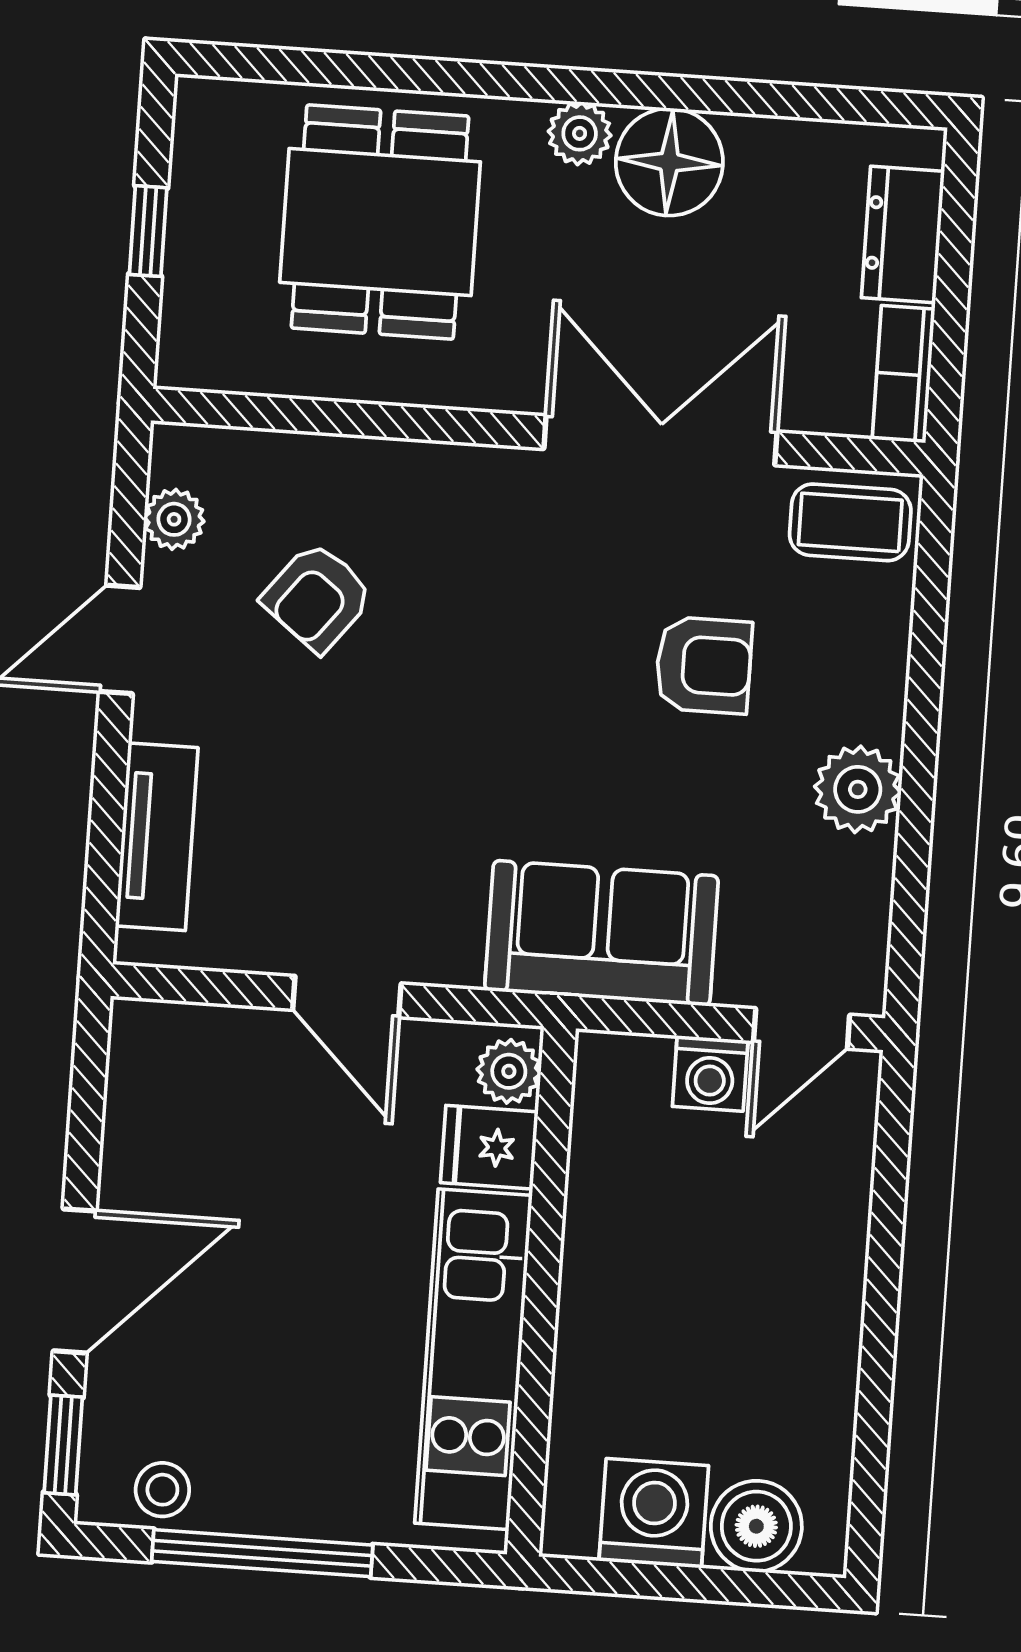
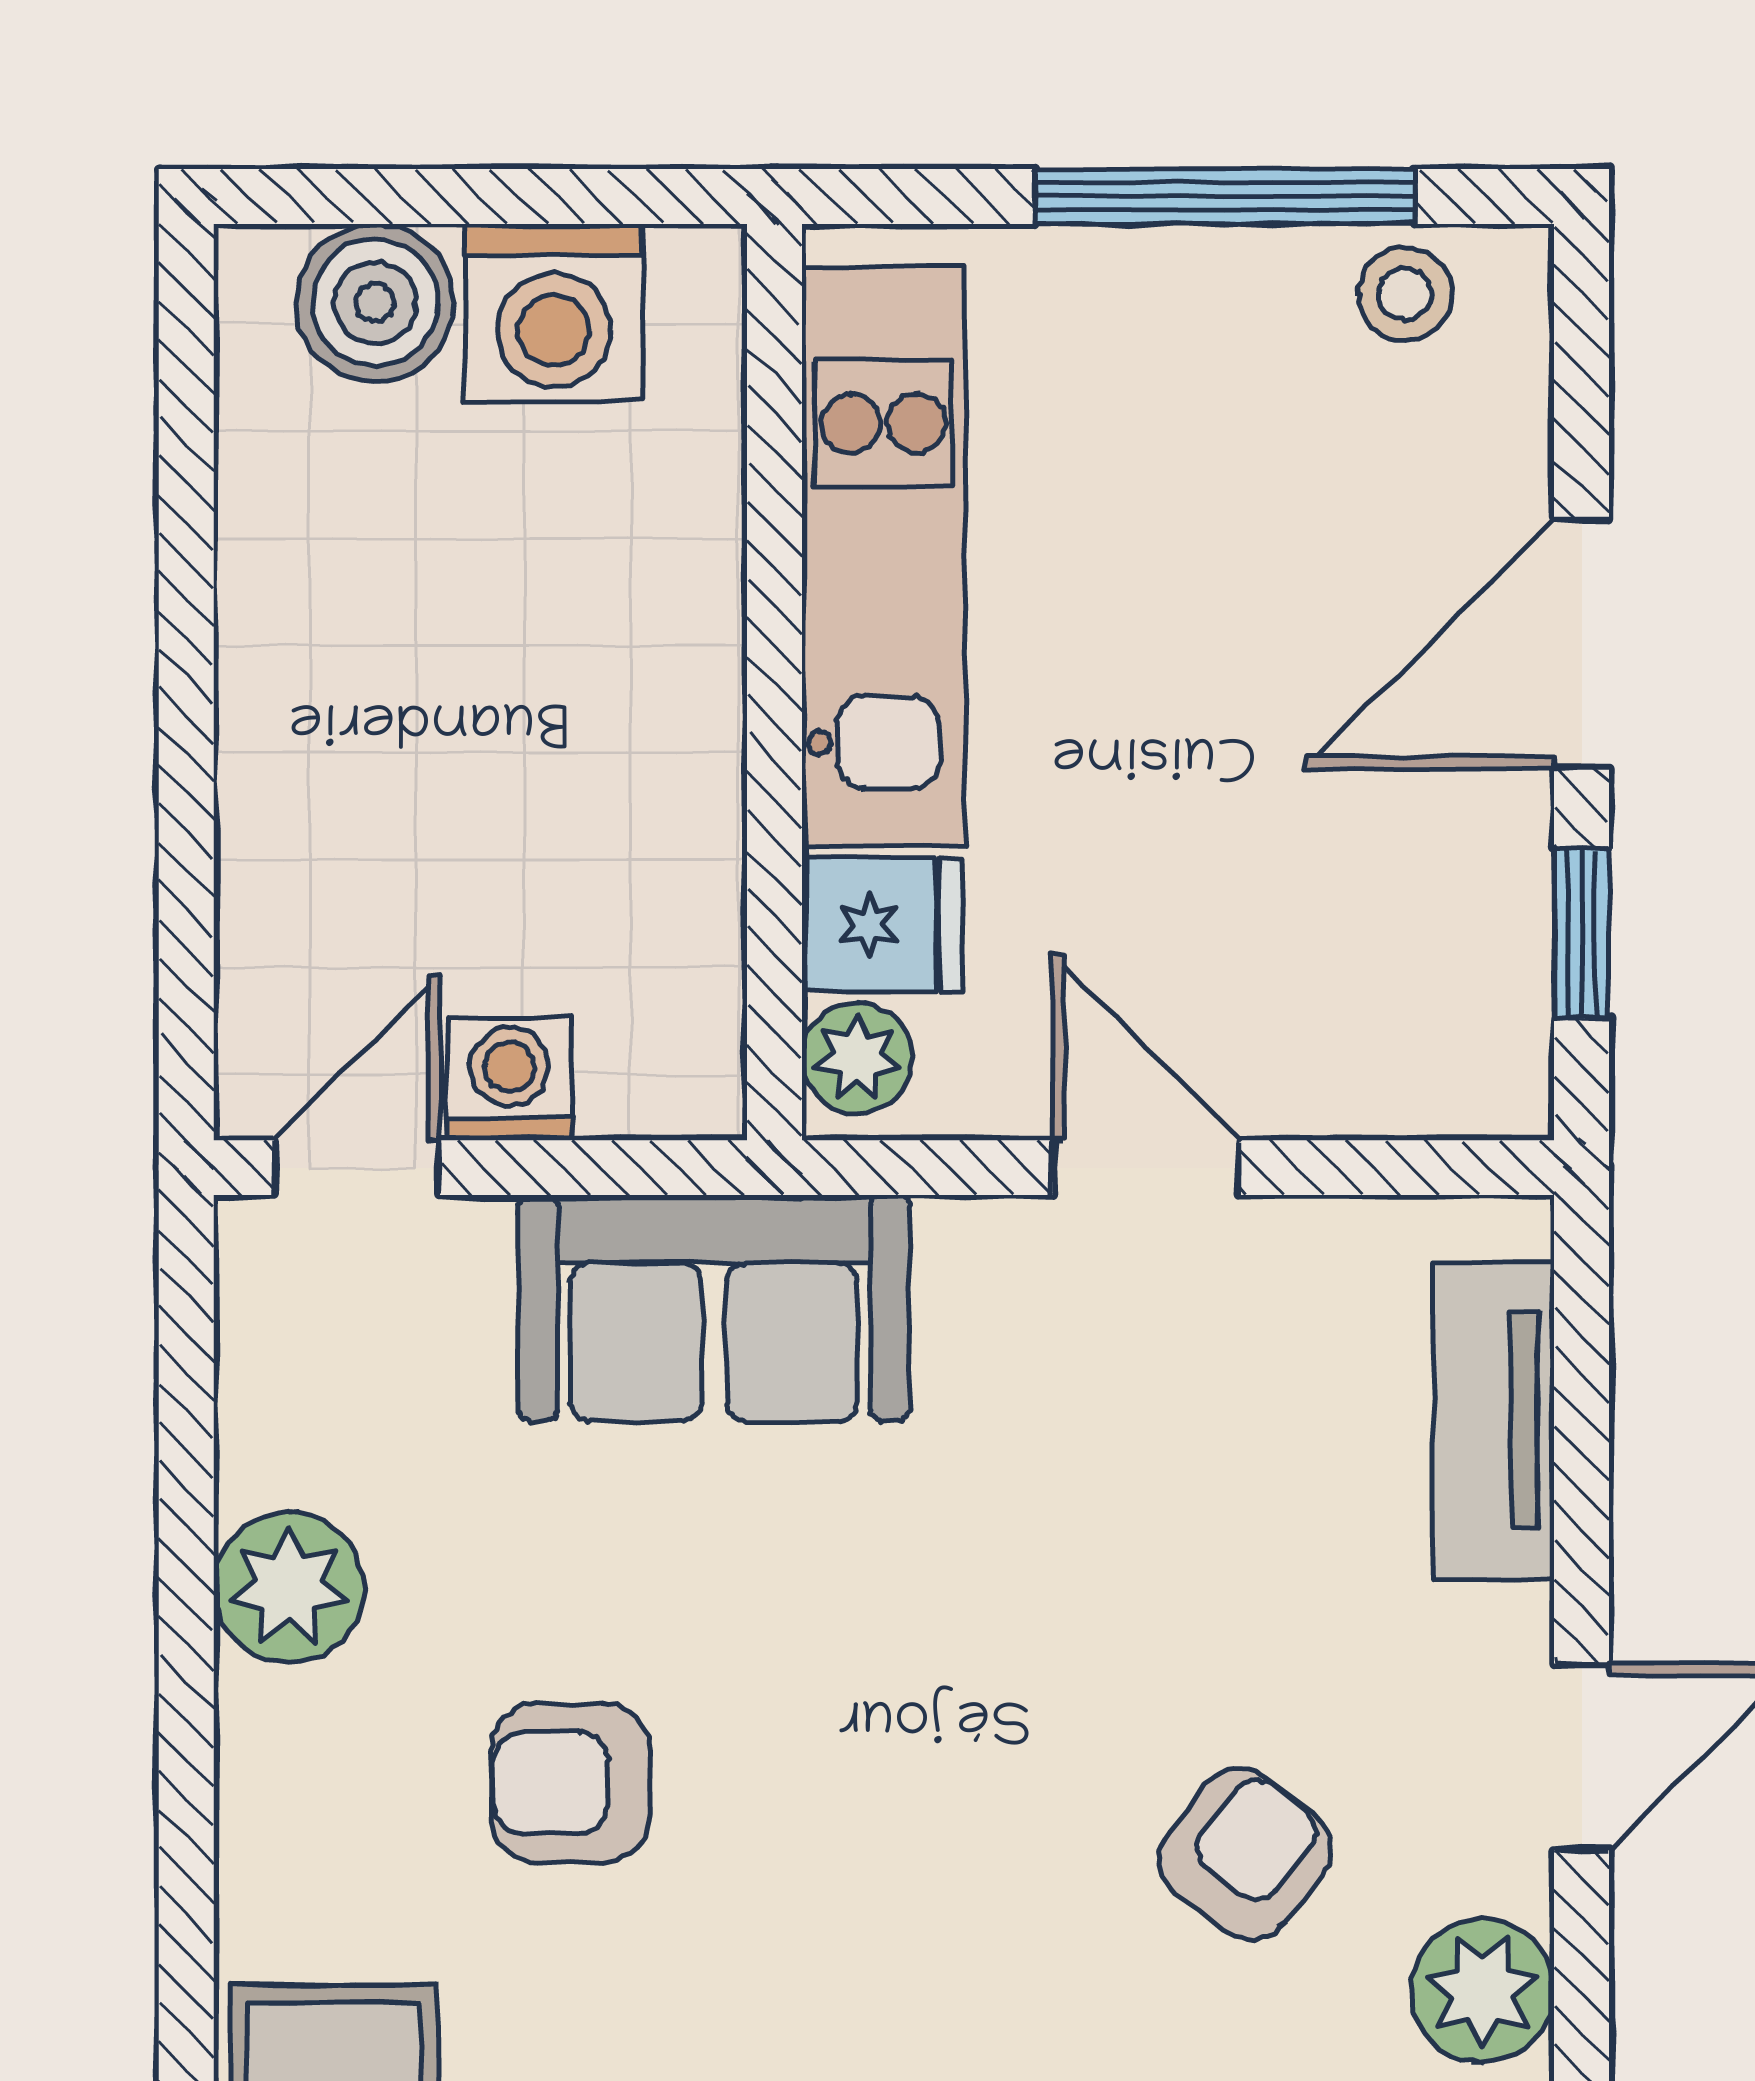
plant: (174, 519) -> (1482, 1990), width x1.38, depth x1.38
window: (63, 1445) -> (1582, 934), moved

